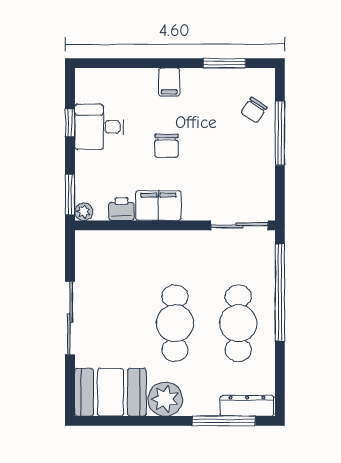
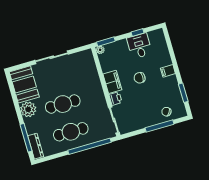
printer: (121, 209) -> (115, 99), moved

